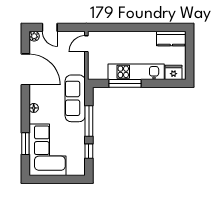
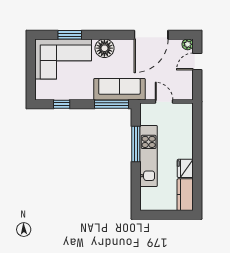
door: (86, 44) -> (164, 102), moved
fridge: (174, 72) -> (185, 168), moved, turned 180
floor lamp: (34, 108) -> (104, 48), width x1.89, depth x1.89
window: (89, 121) -> (112, 104), moved

